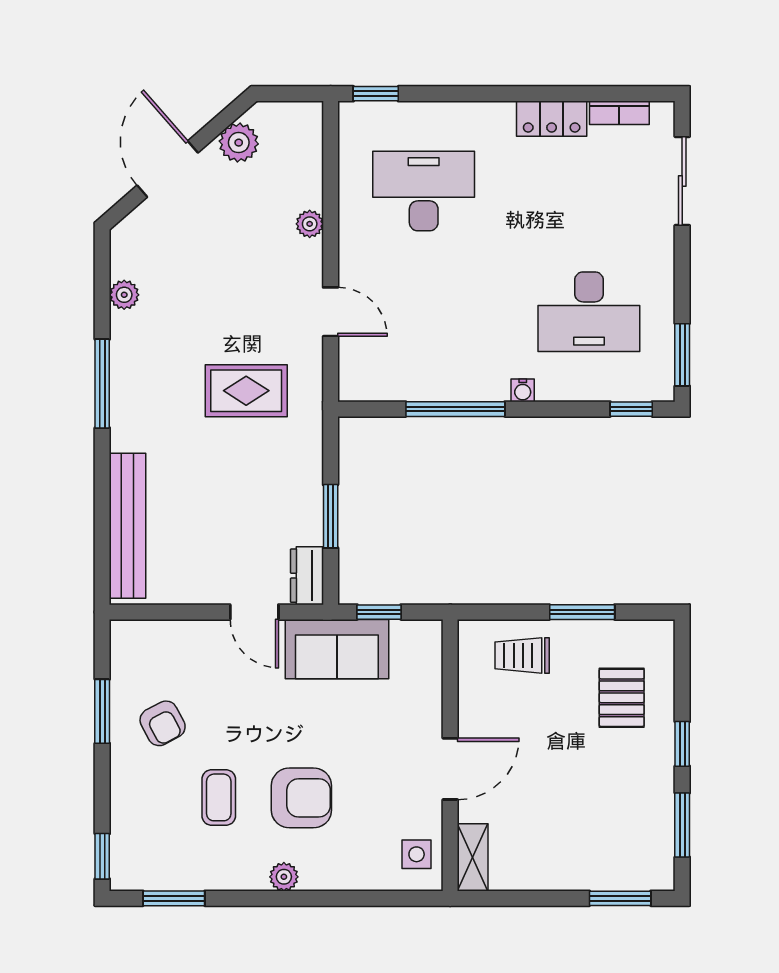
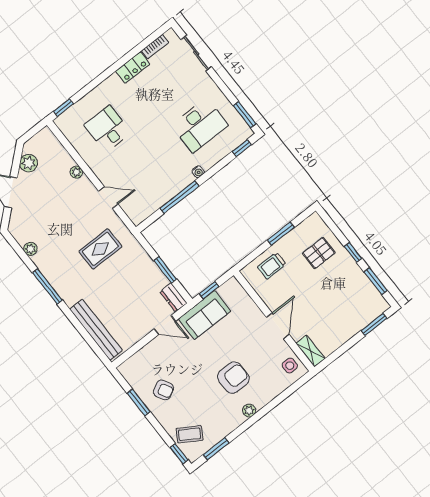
desk: (424, 191) -> (108, 129), width x0.73
pallet: (622, 698) -> (319, 253), turned 90
coffee table: (219, 797) -> (190, 434), moved, turned -58

